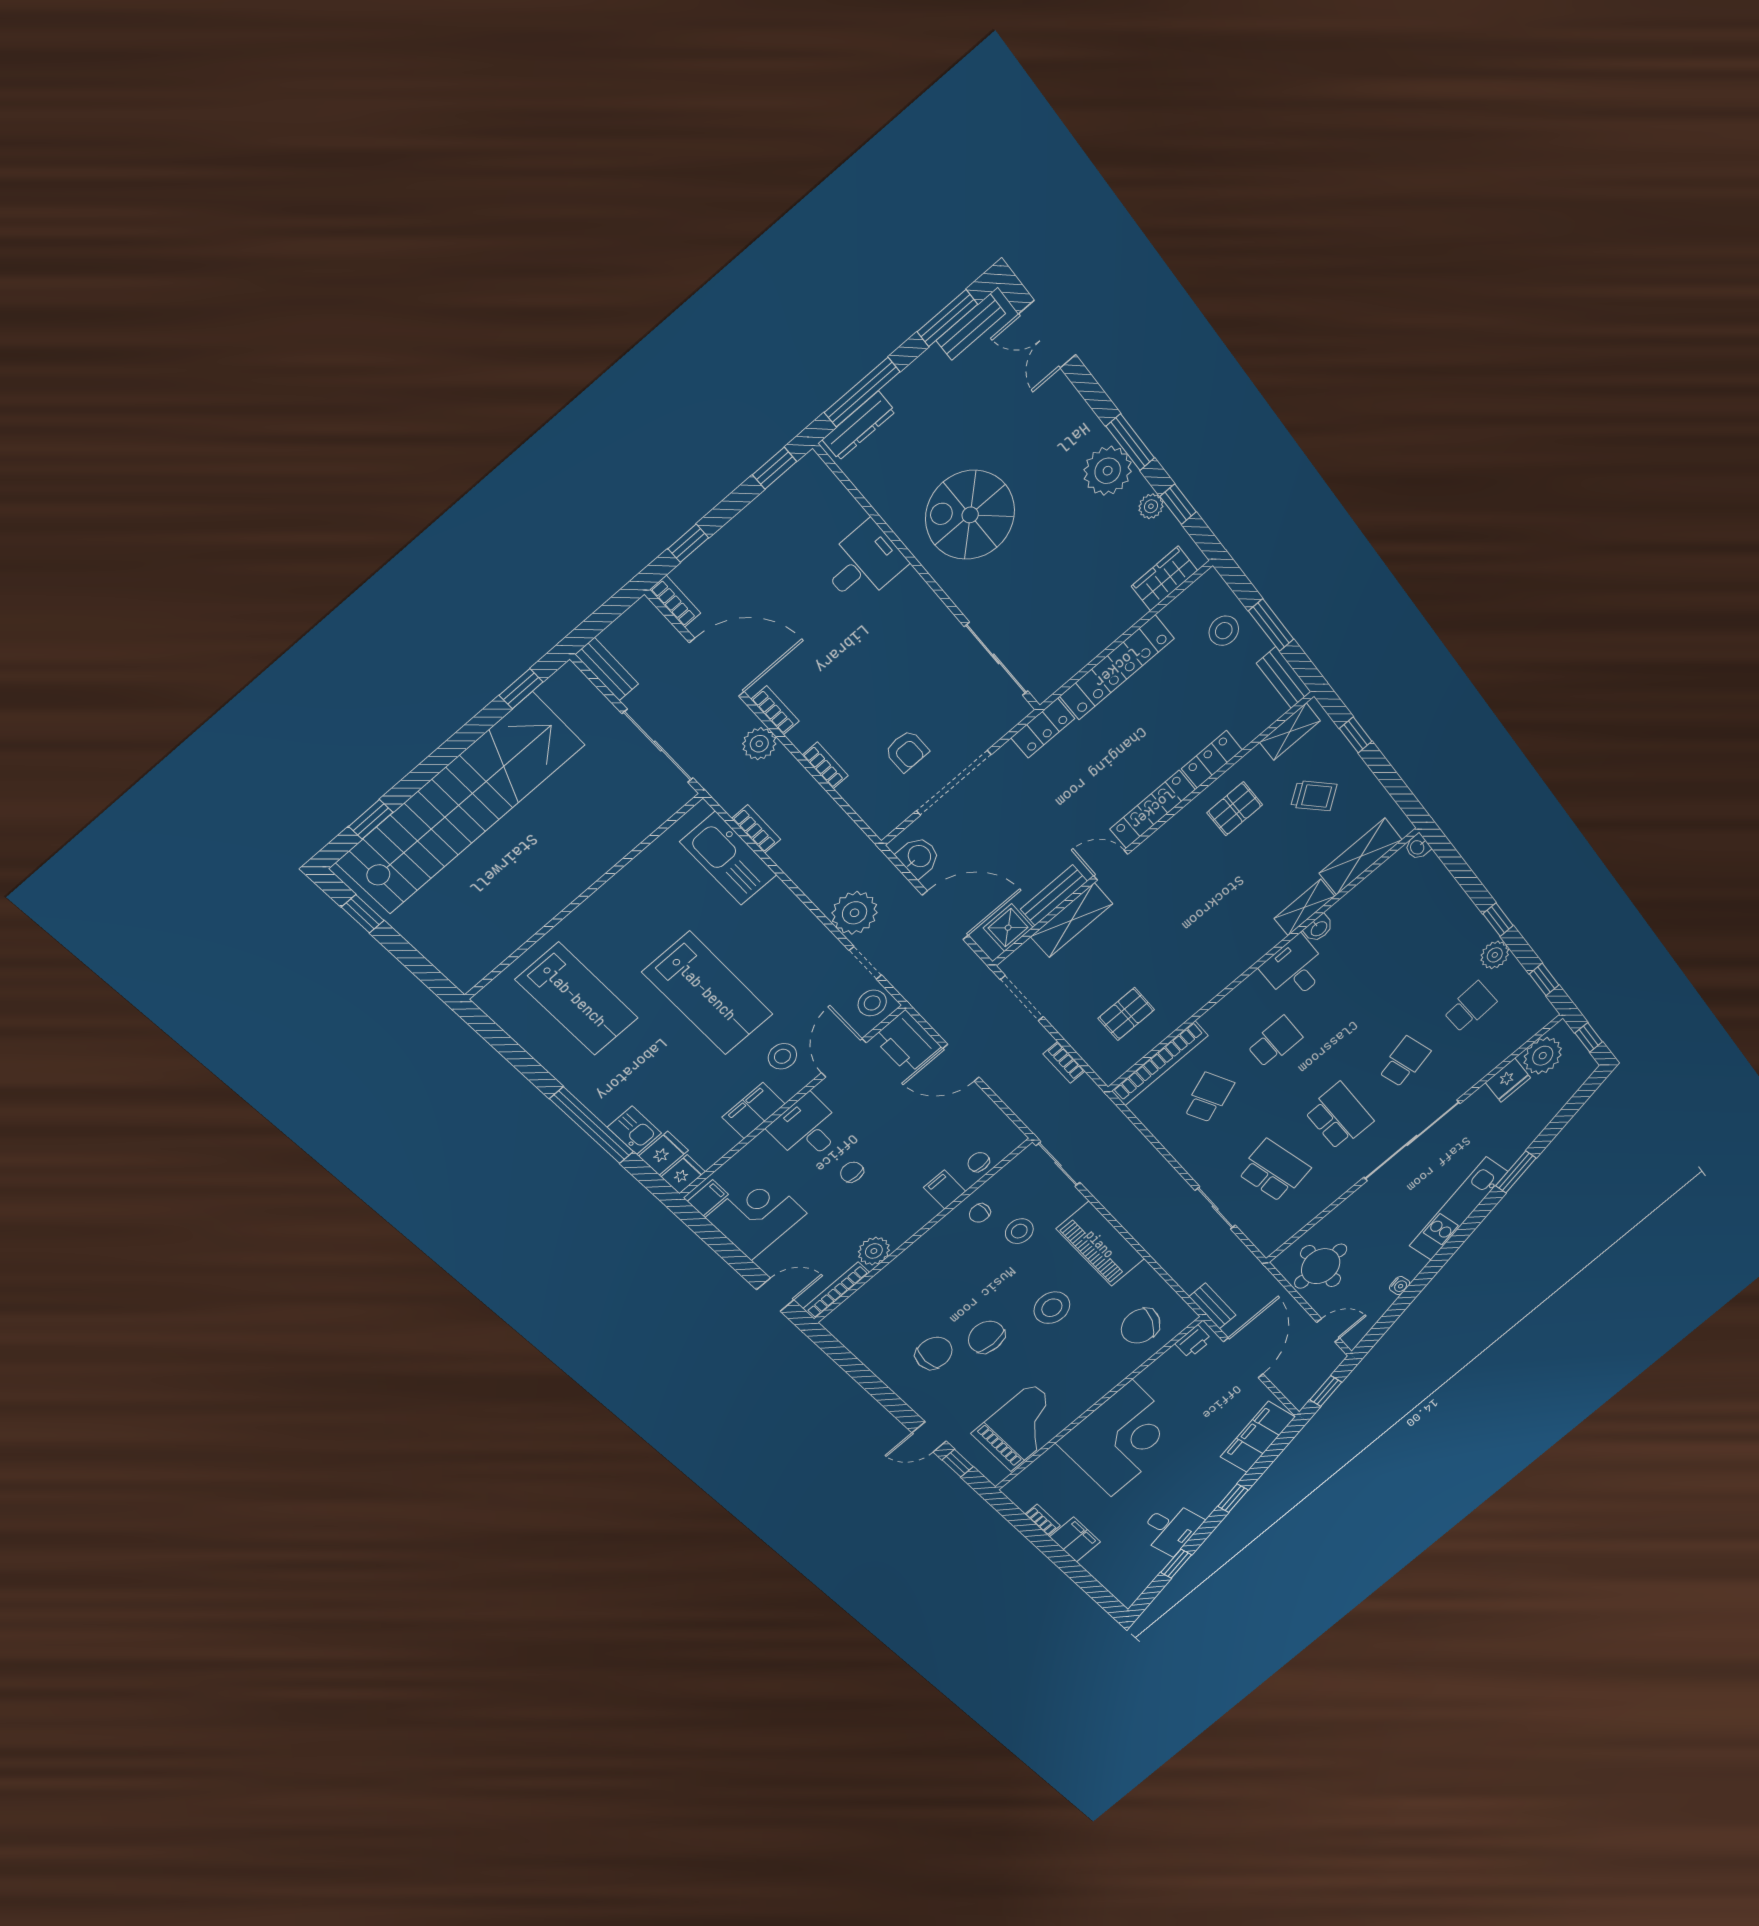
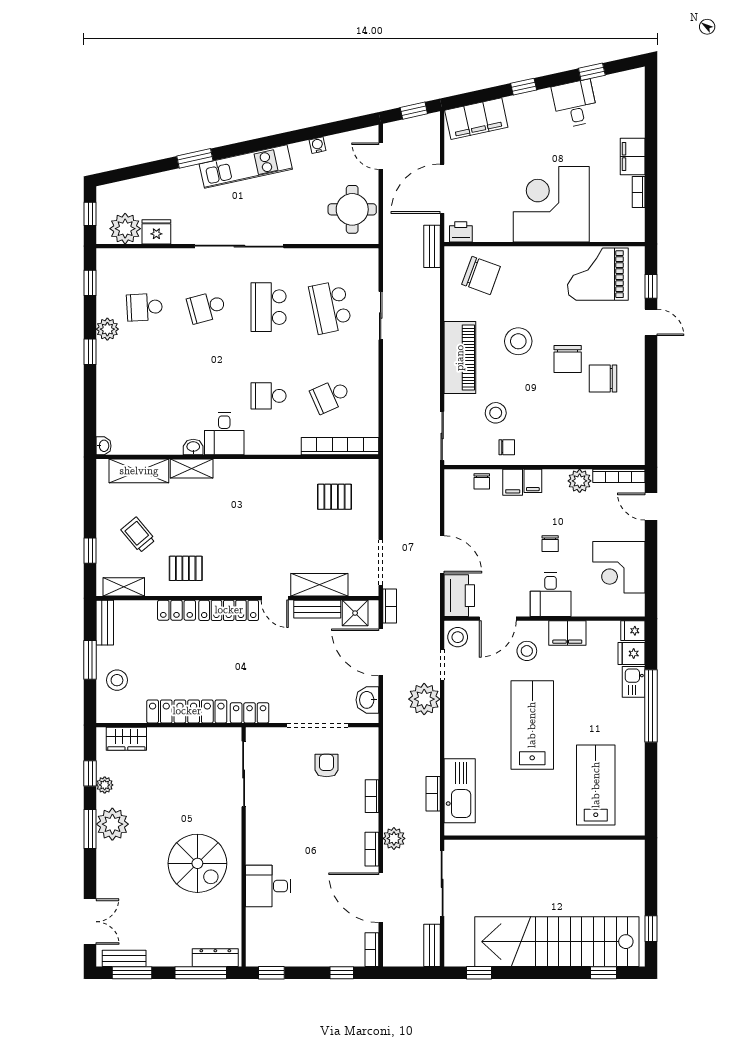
bookcase: (1064, 1062) -> (390, 606), moved
filing cabinet: (708, 1198) -> (533, 481), moved, turned -90

